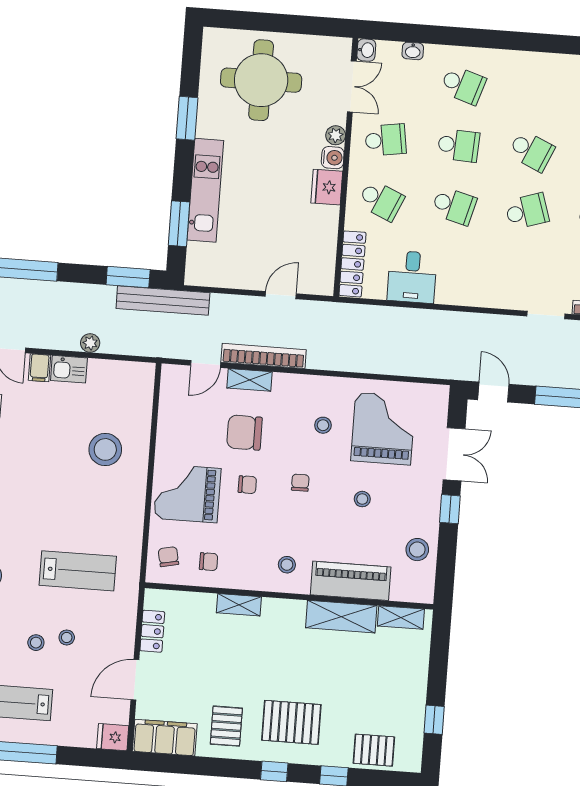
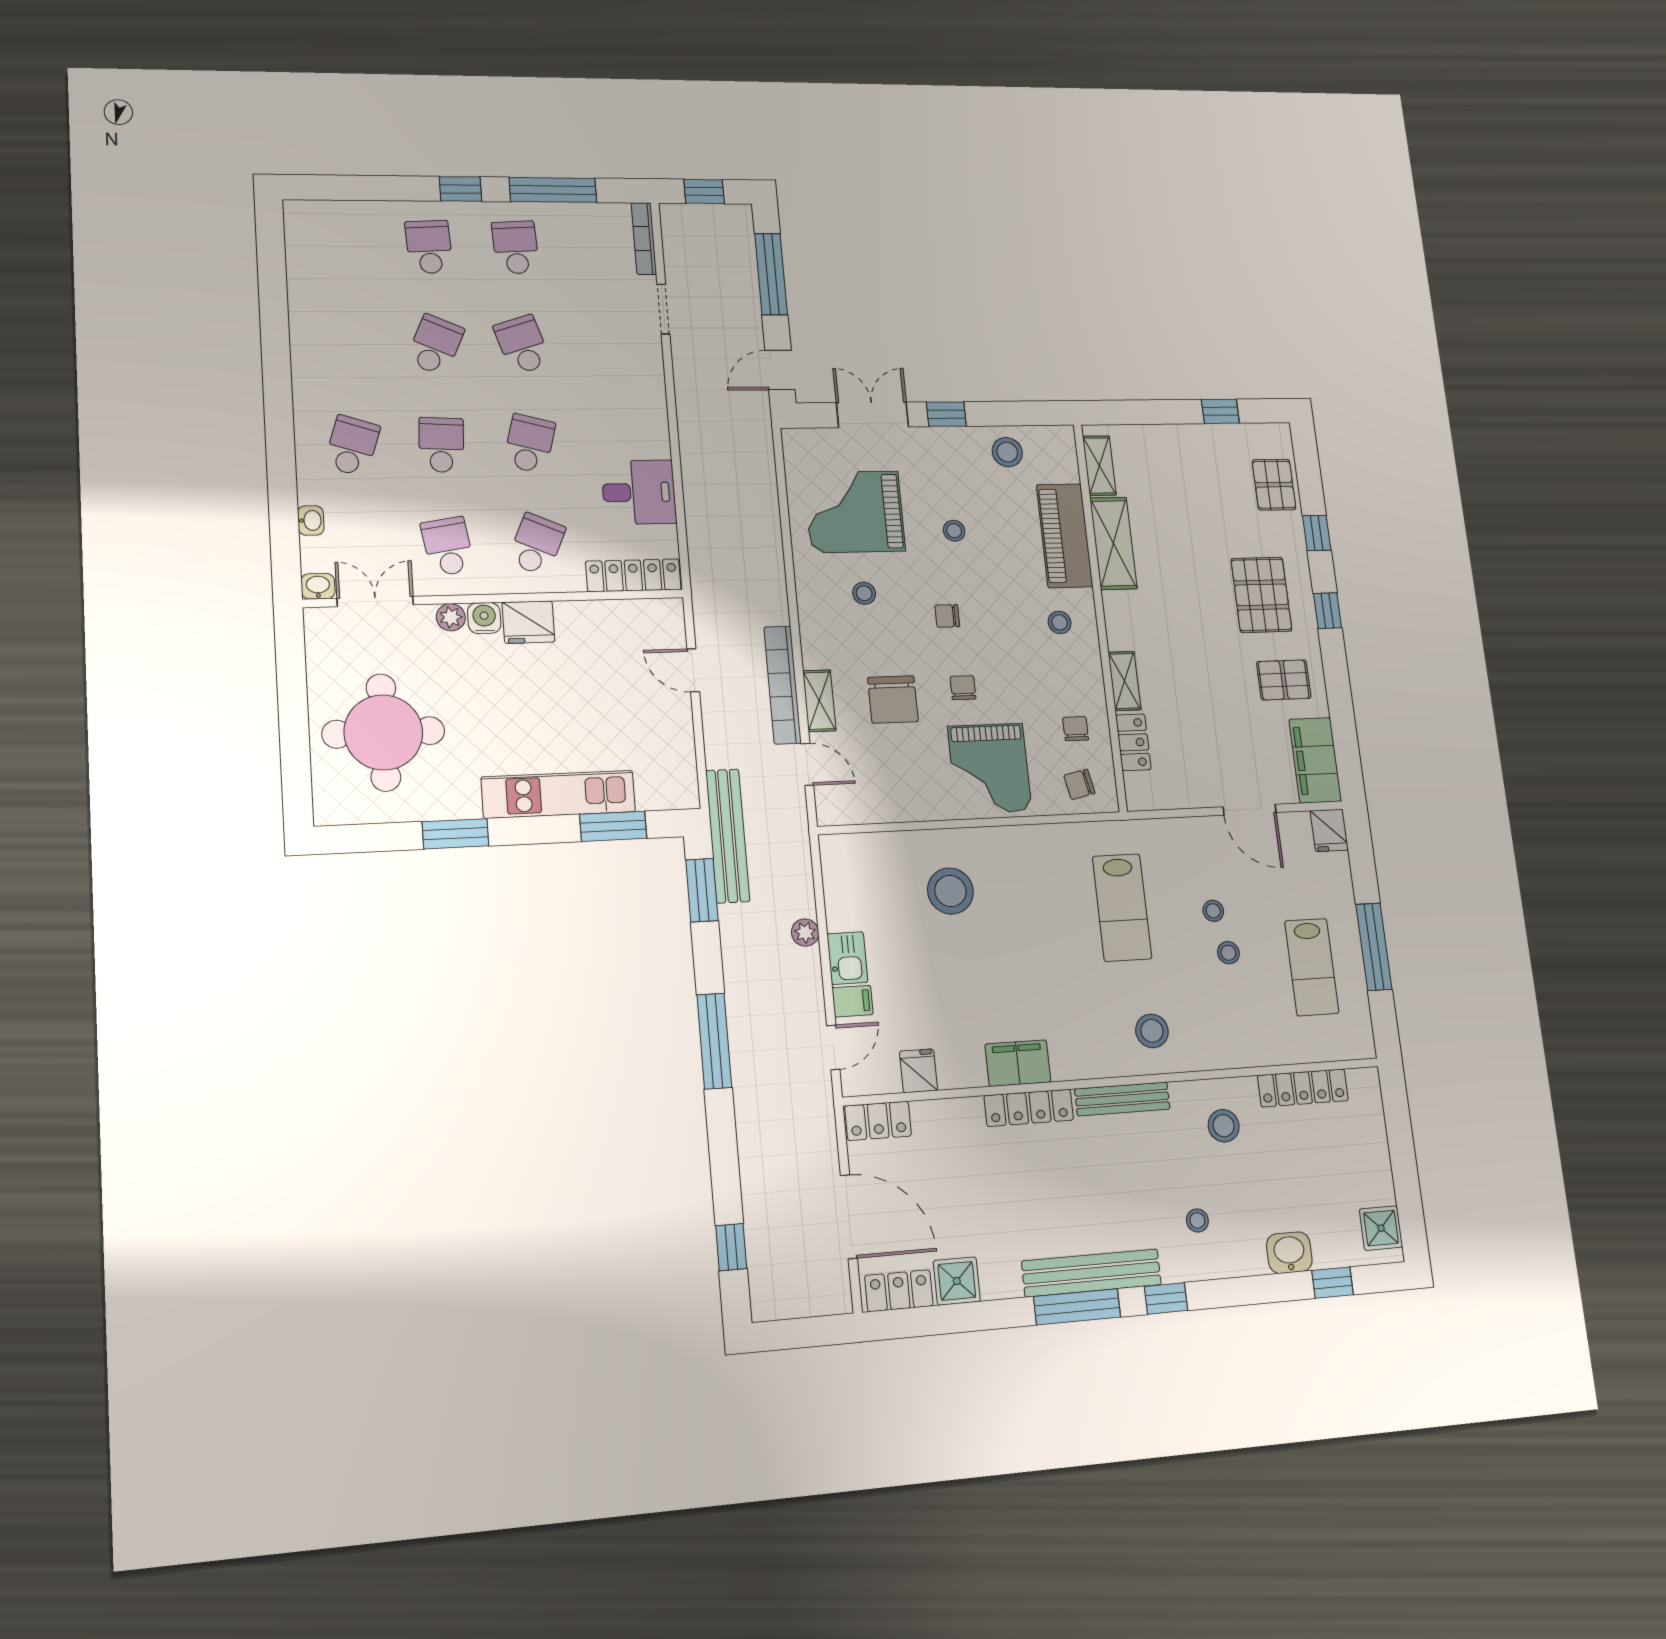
lab bench: (78, 571) -> (1122, 907), turned 180
locker: (152, 631) -> (1133, 742), moved, turned 90

